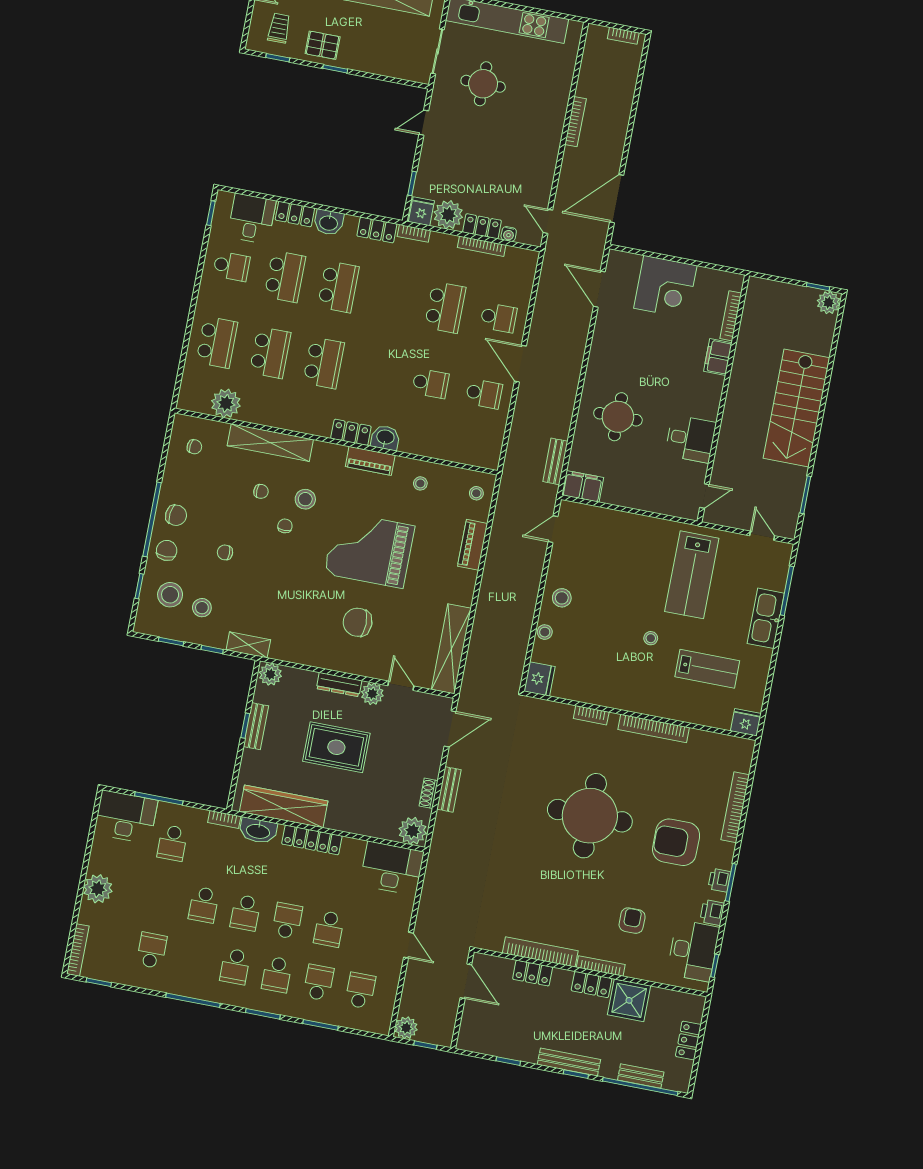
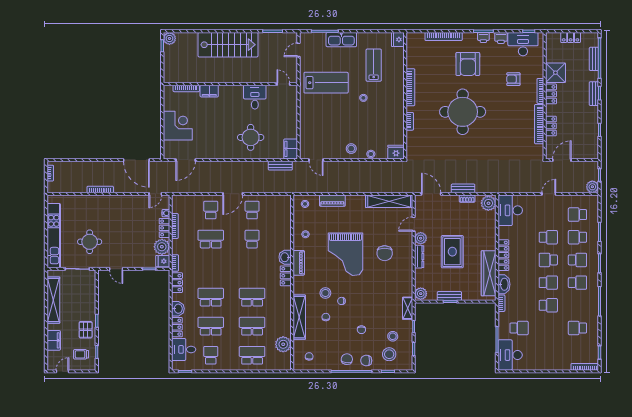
plant: (98, 889) -> (551, 362), removed
bench: (569, 1062) -> (594, 94), width x0.73

